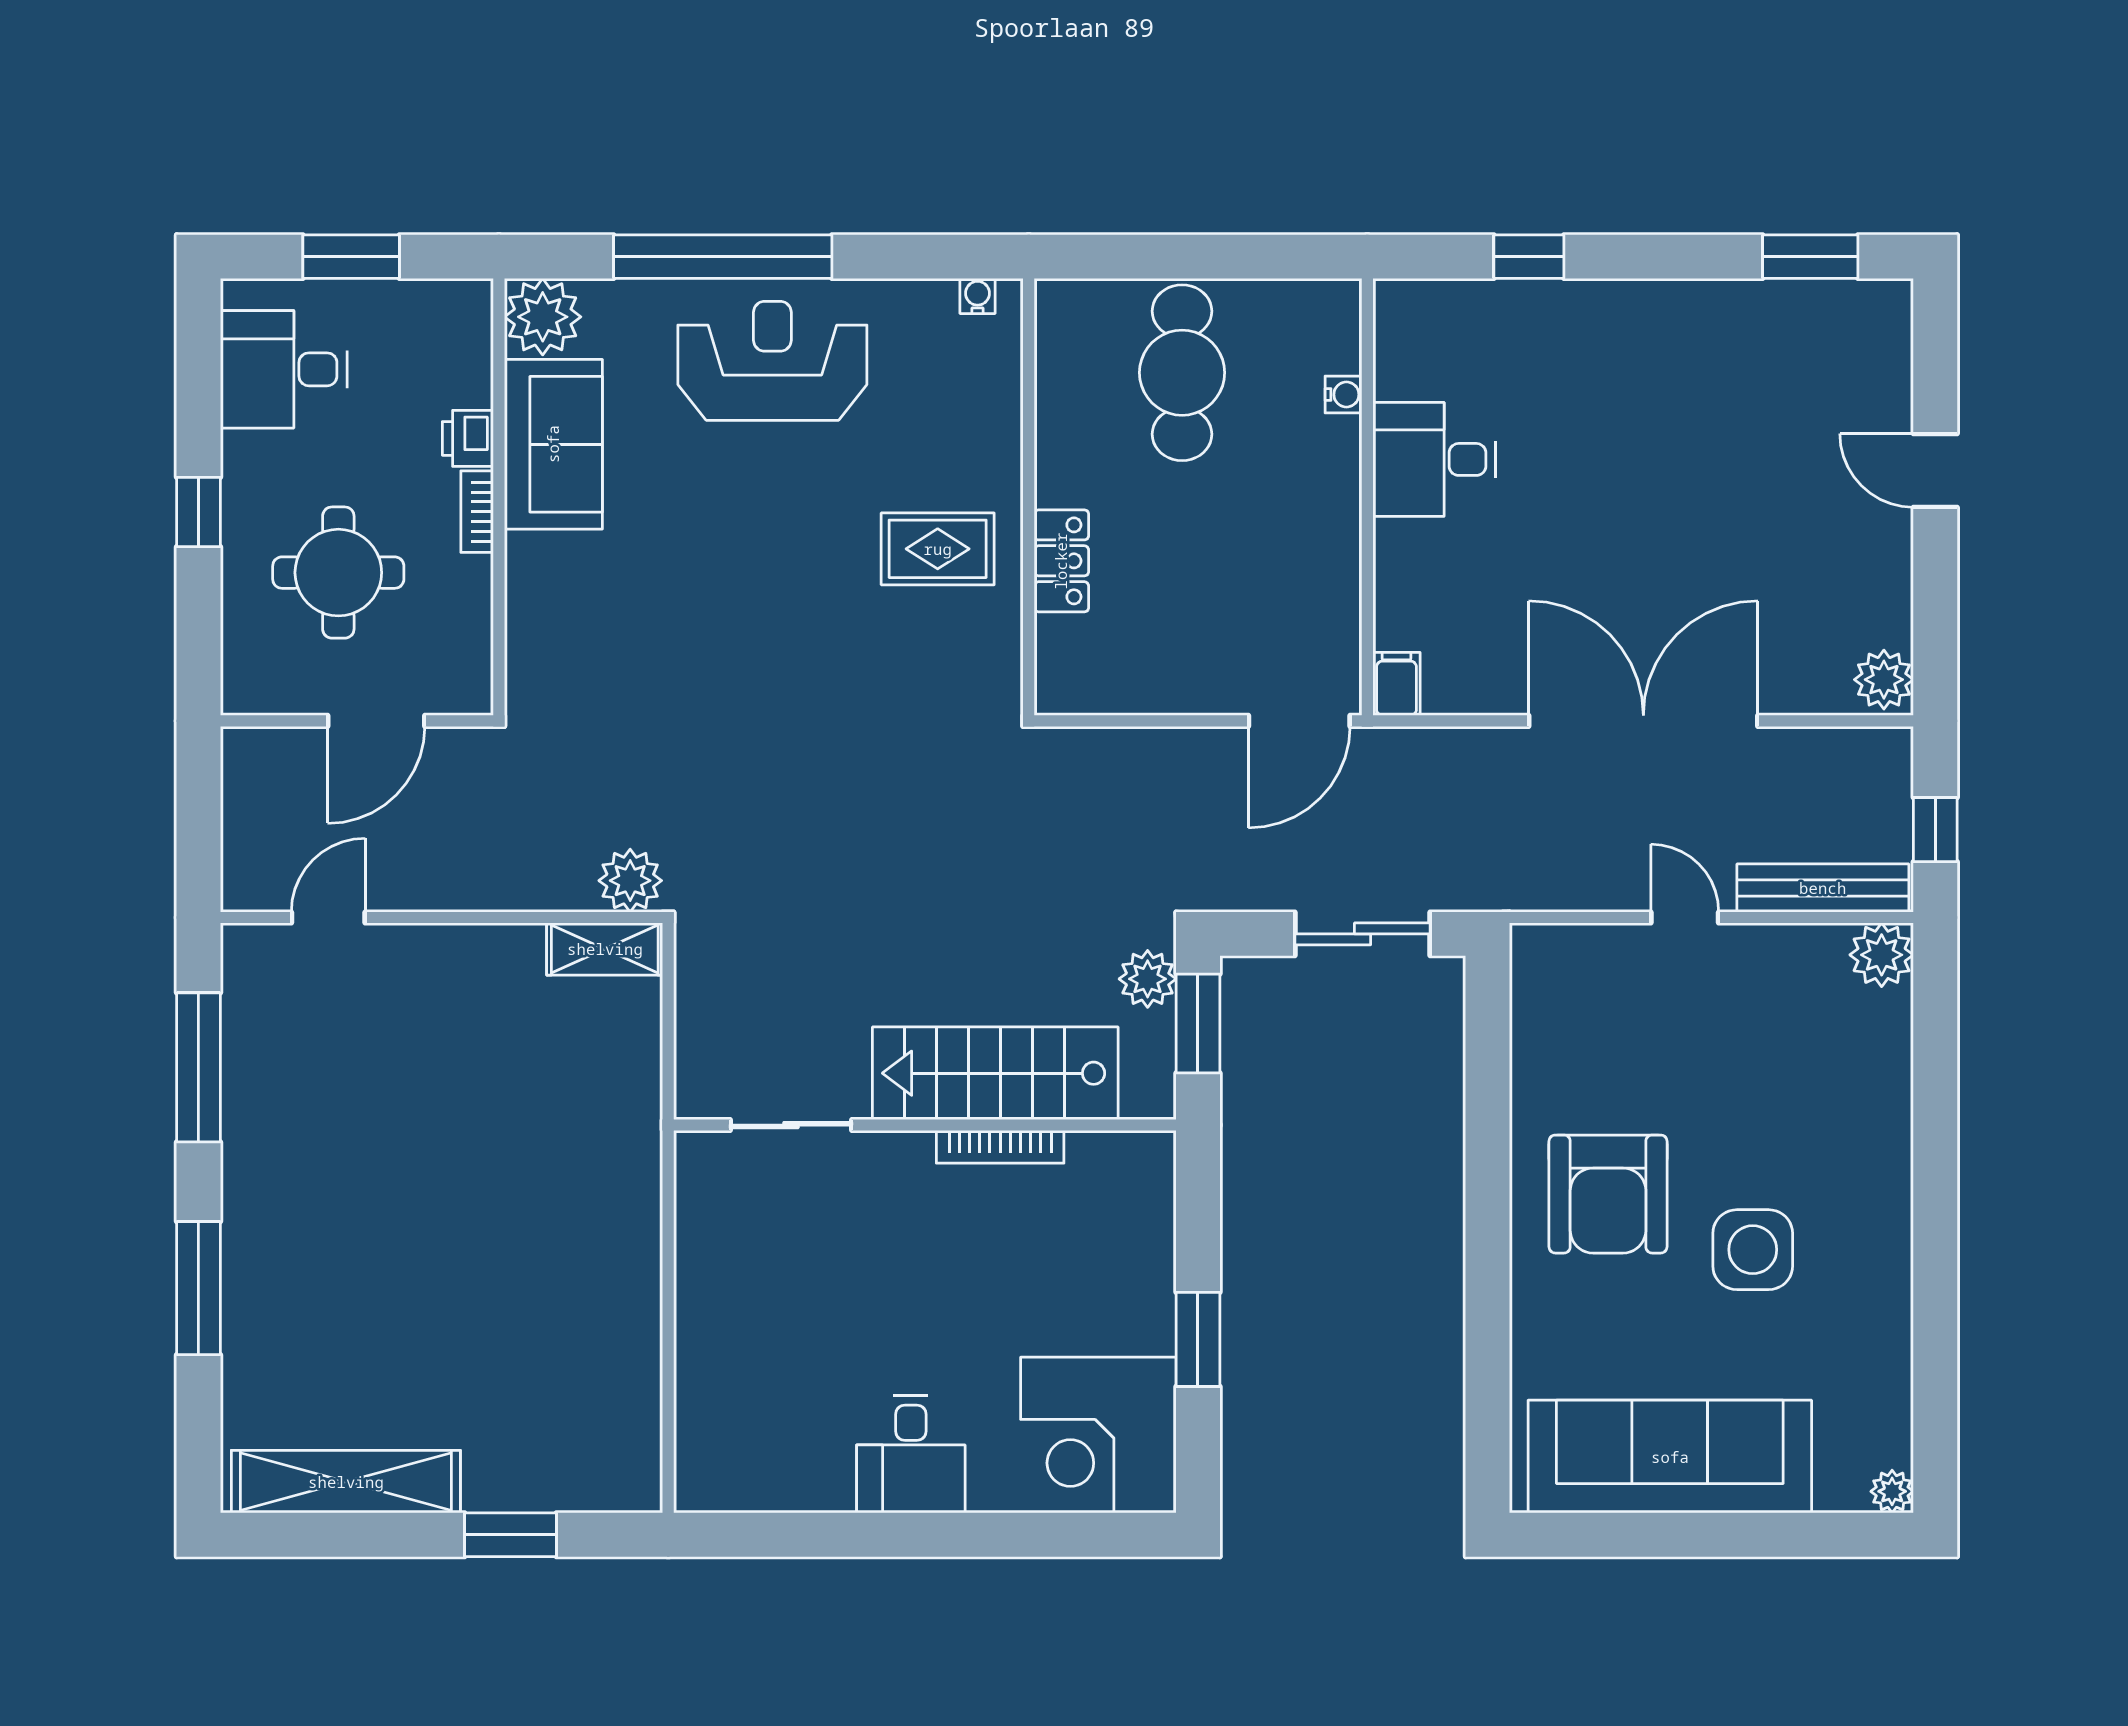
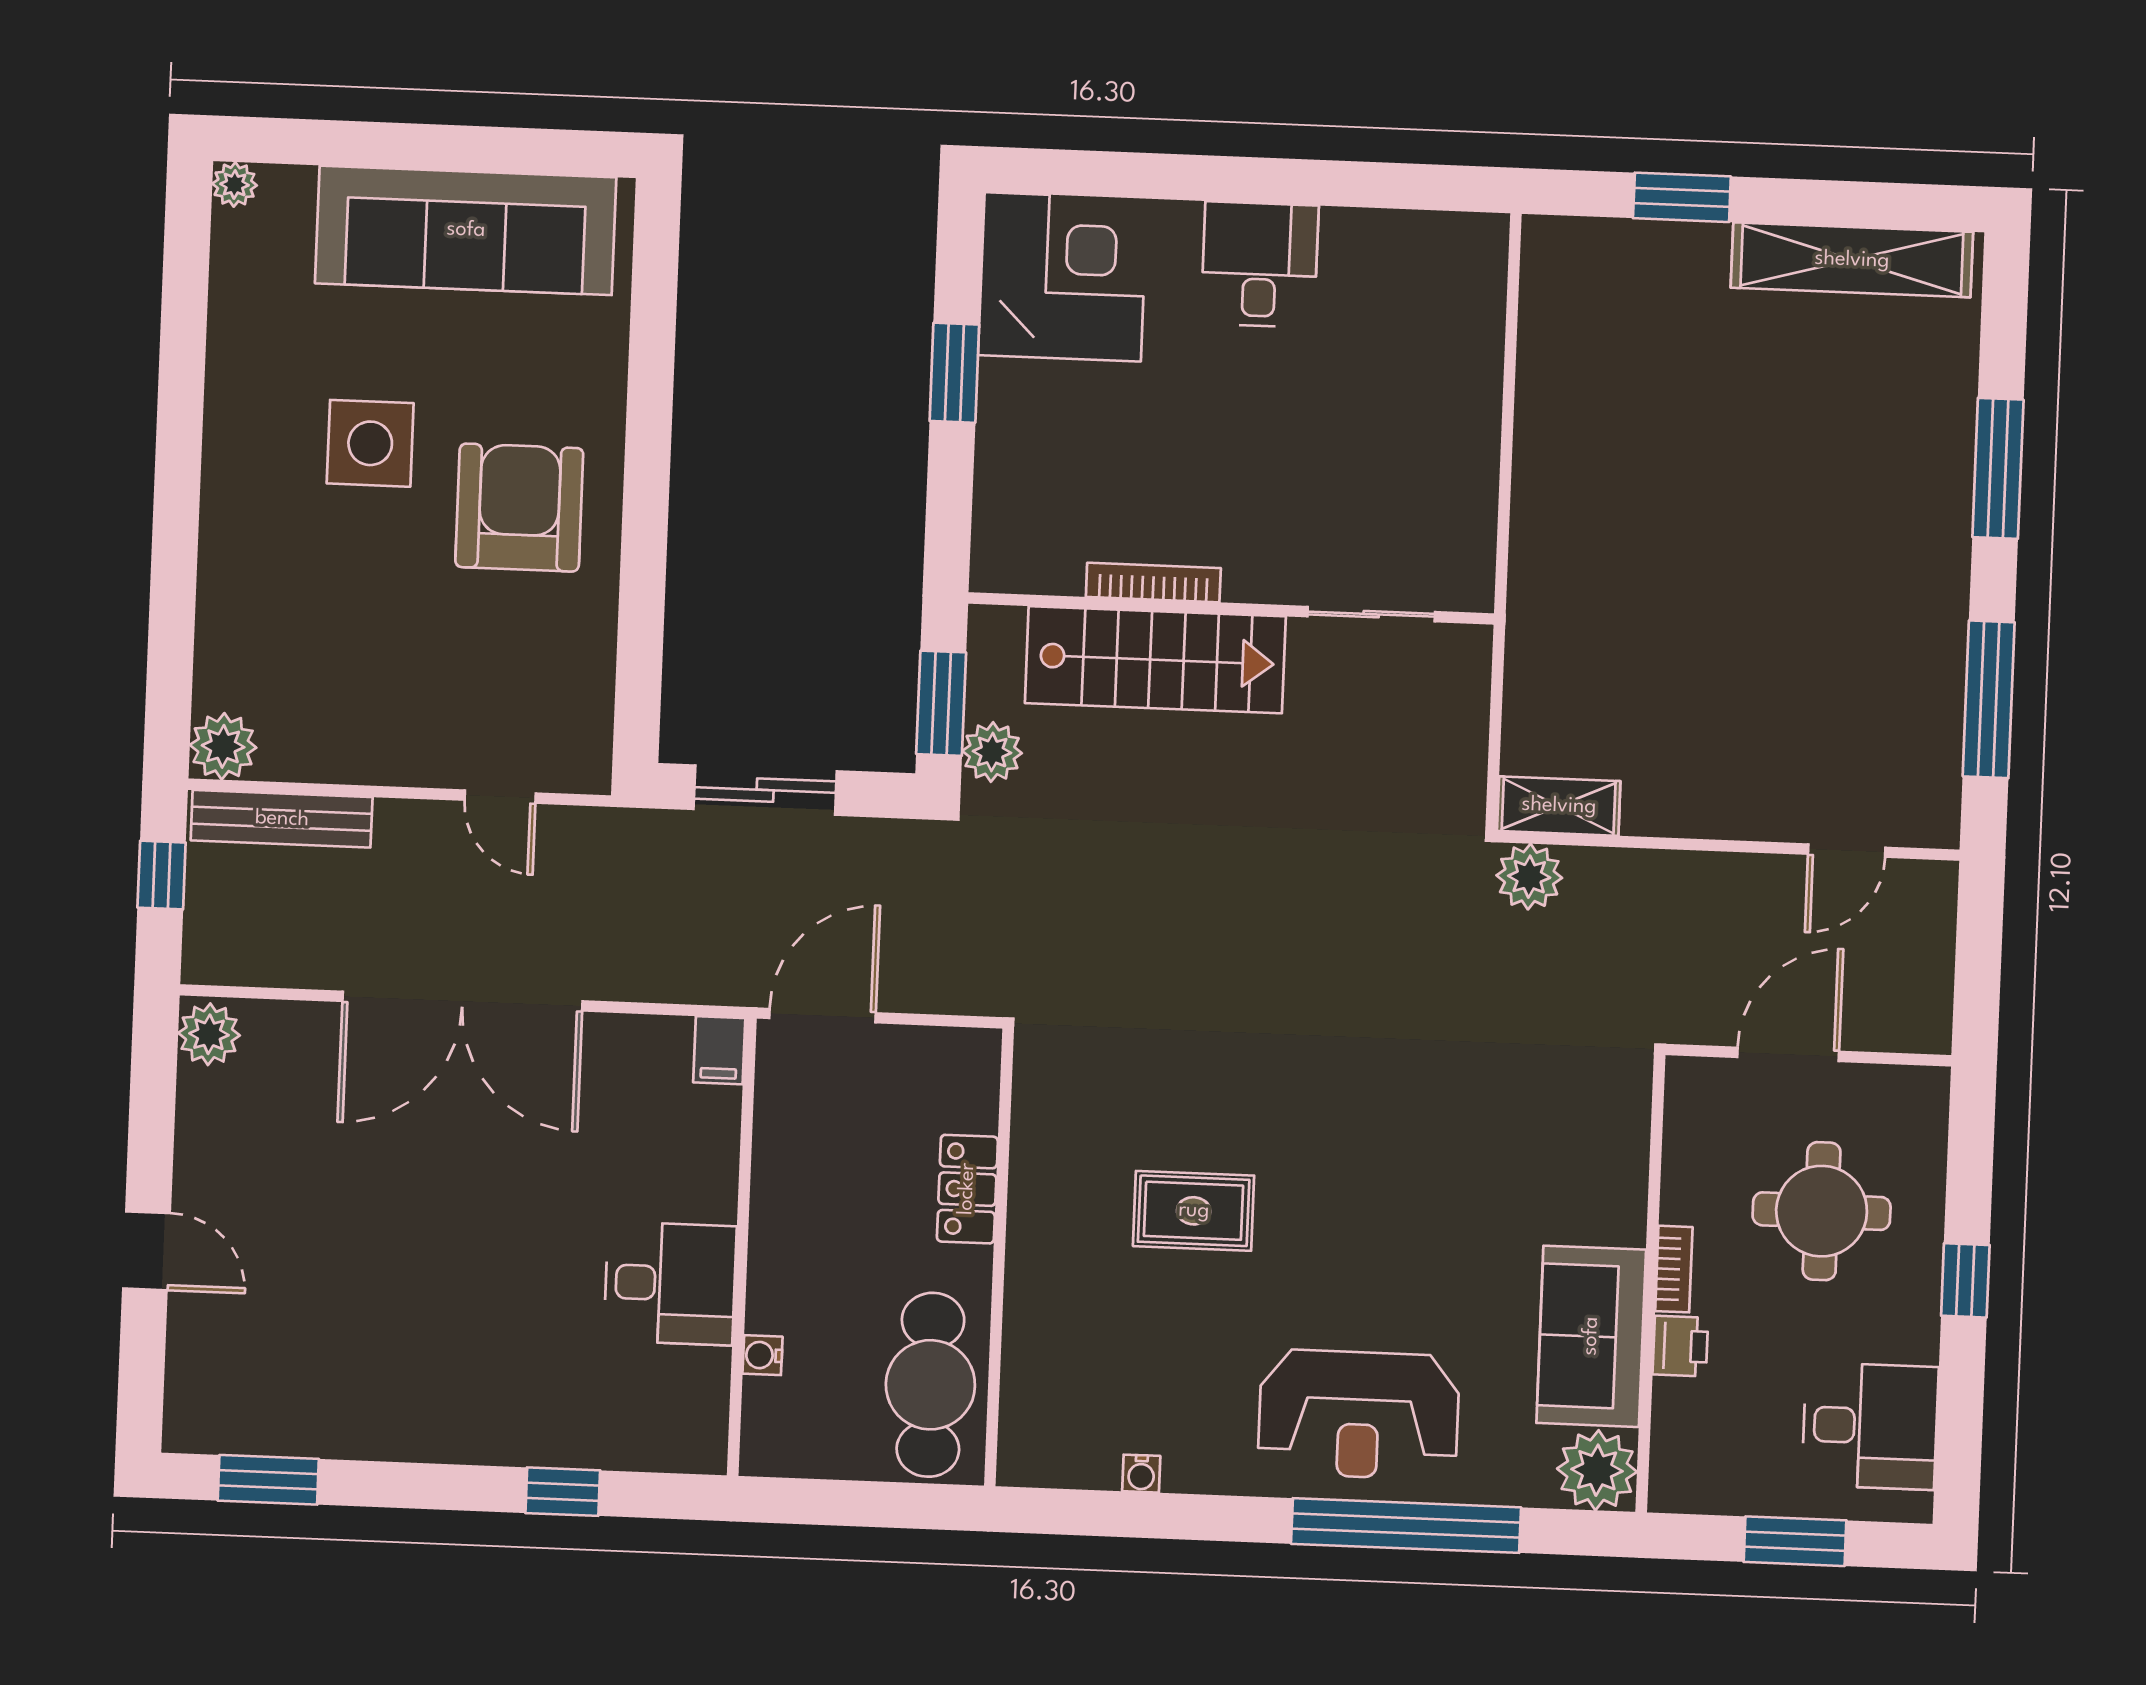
wall: (1029, 497) -> (999, 1257), moved
locker: (1061, 561) -> (967, 1189), moved
door: (1685, 917) -> (500, 797), moved

